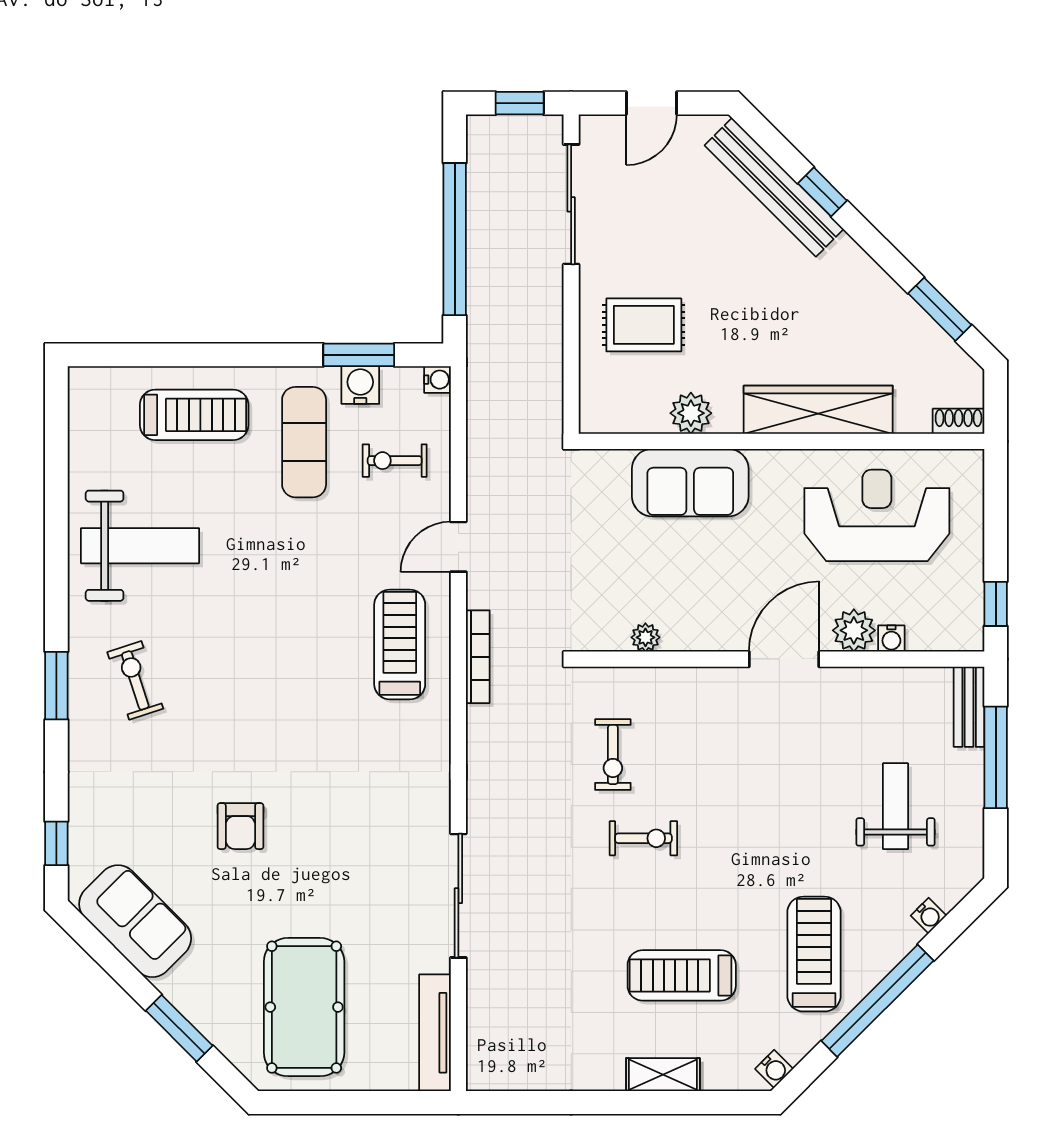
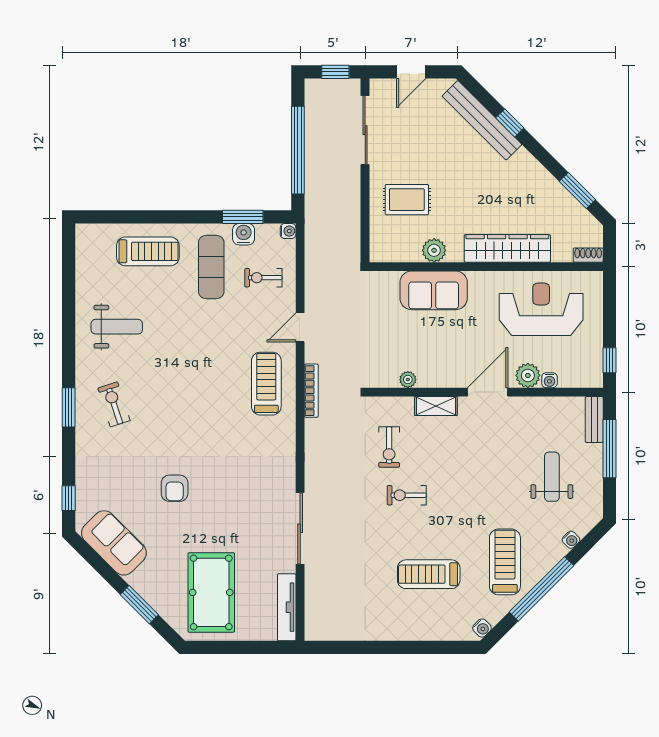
weight bench: (140, 546) -> (117, 327), width x0.73, depth x0.75
exercise bike: (643, 838) -> (407, 495), turned 180
shelving: (663, 1075) -> (436, 406), moved

